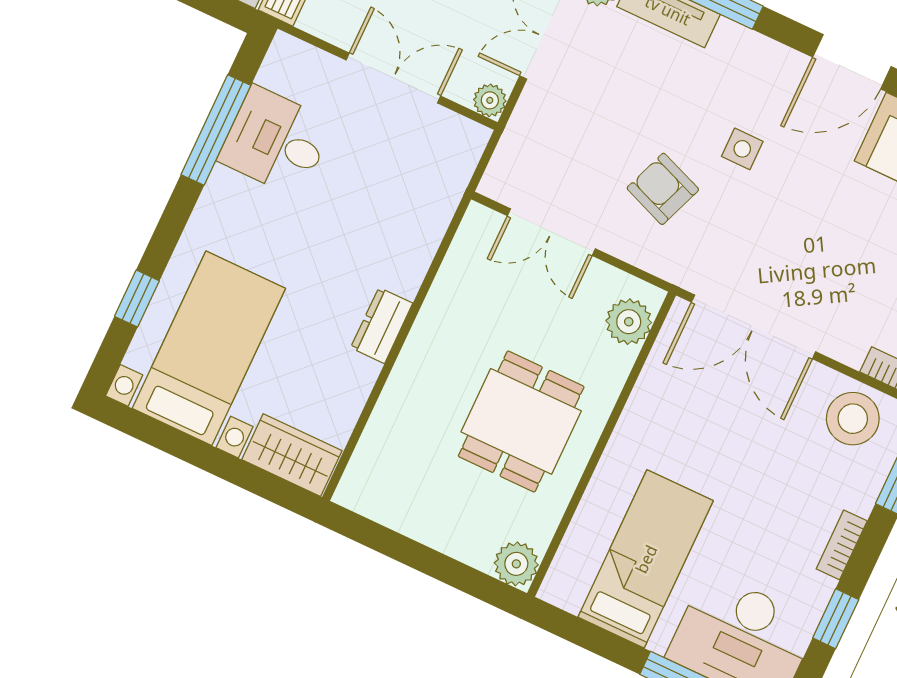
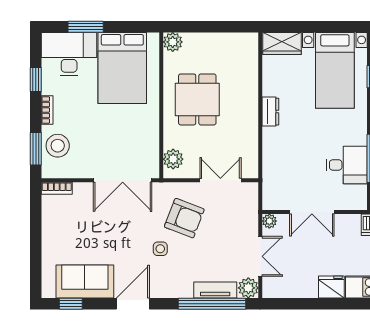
armchair: (663, 189) -> (184, 218), width x1.38, depth x1.38
double door: (754, 327) -> (123, 180), swing flipped
stool: (853, 419) -> (58, 146), moved
bed: (646, 559) -> (122, 68), width x1.50

